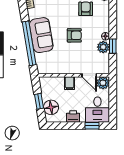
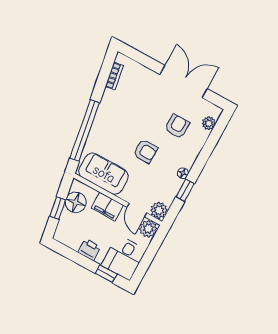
sofa: (41, 35) -> (104, 174), moved, turned -80
plant: (103, 47) -> (159, 210), moved
filing cabinet: (70, 83) -> (107, 206), width x2.00
floor lamp: (51, 107) -> (76, 202), moved

